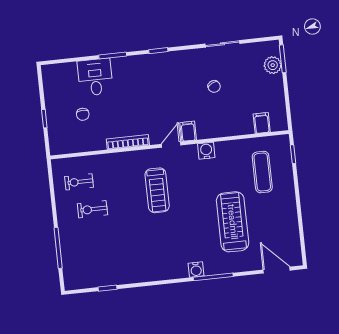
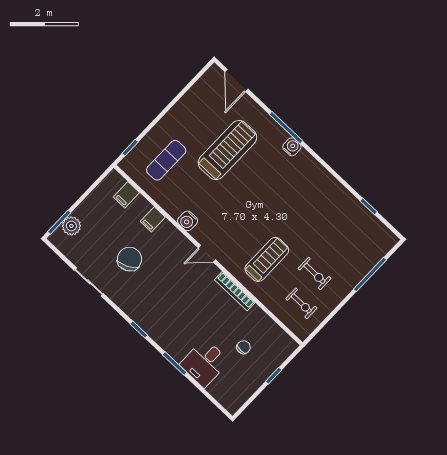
chair: (214, 86) -> (130, 259), width x1.87, depth x1.87
filing cabinet: (188, 131) -> (153, 219), moved
treadmill: (157, 190) -> (267, 259), moved
treadmill: (233, 222) -> (227, 150), turned 180

